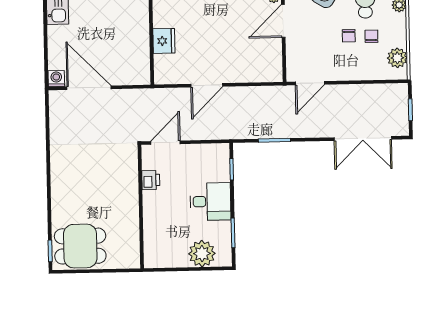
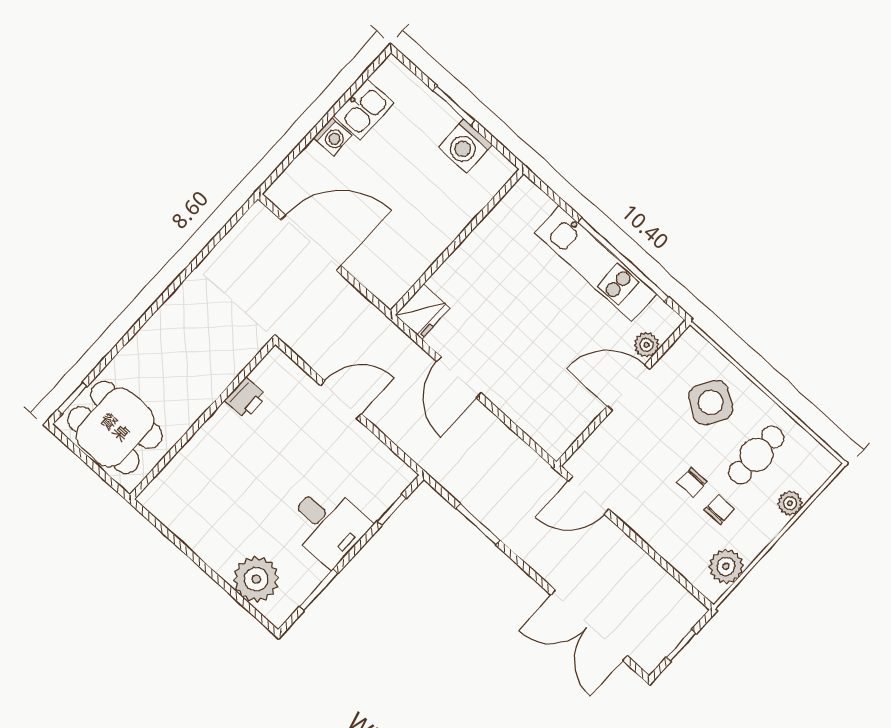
fridge: (164, 41) -> (423, 312), moved
washing machine: (56, 79) -> (332, 137), moved, turned 90
door: (207, 85) -> (459, 377), hinge flipped
door: (89, 88) -> (311, 243), hinge flipped
printer: (151, 180) -> (246, 398), moved
wall: (141, 207) -> (203, 419), moved

